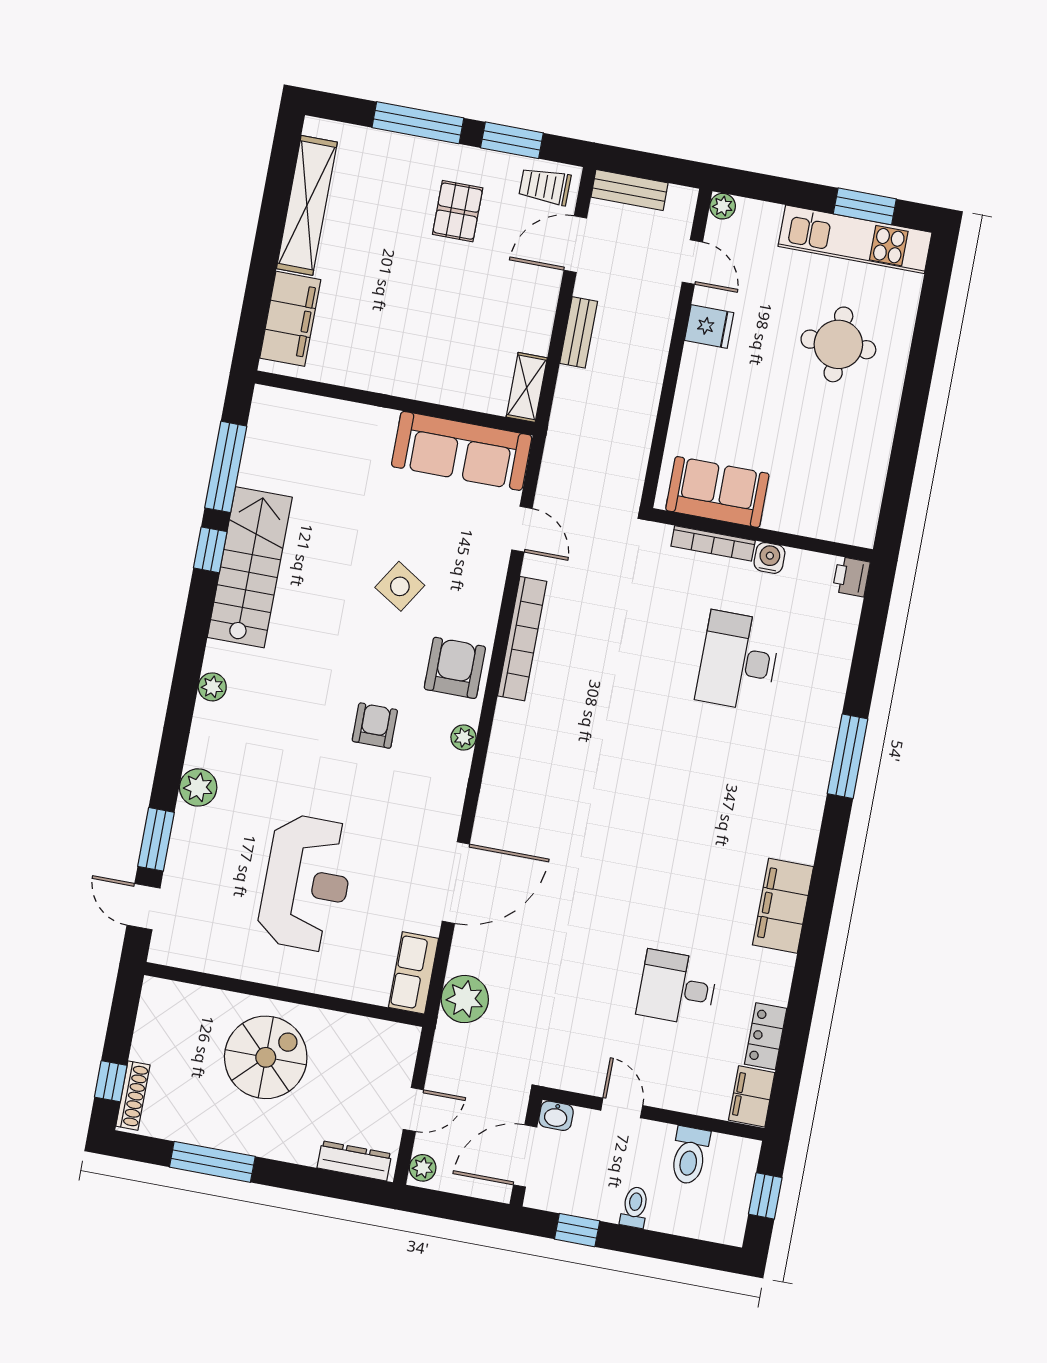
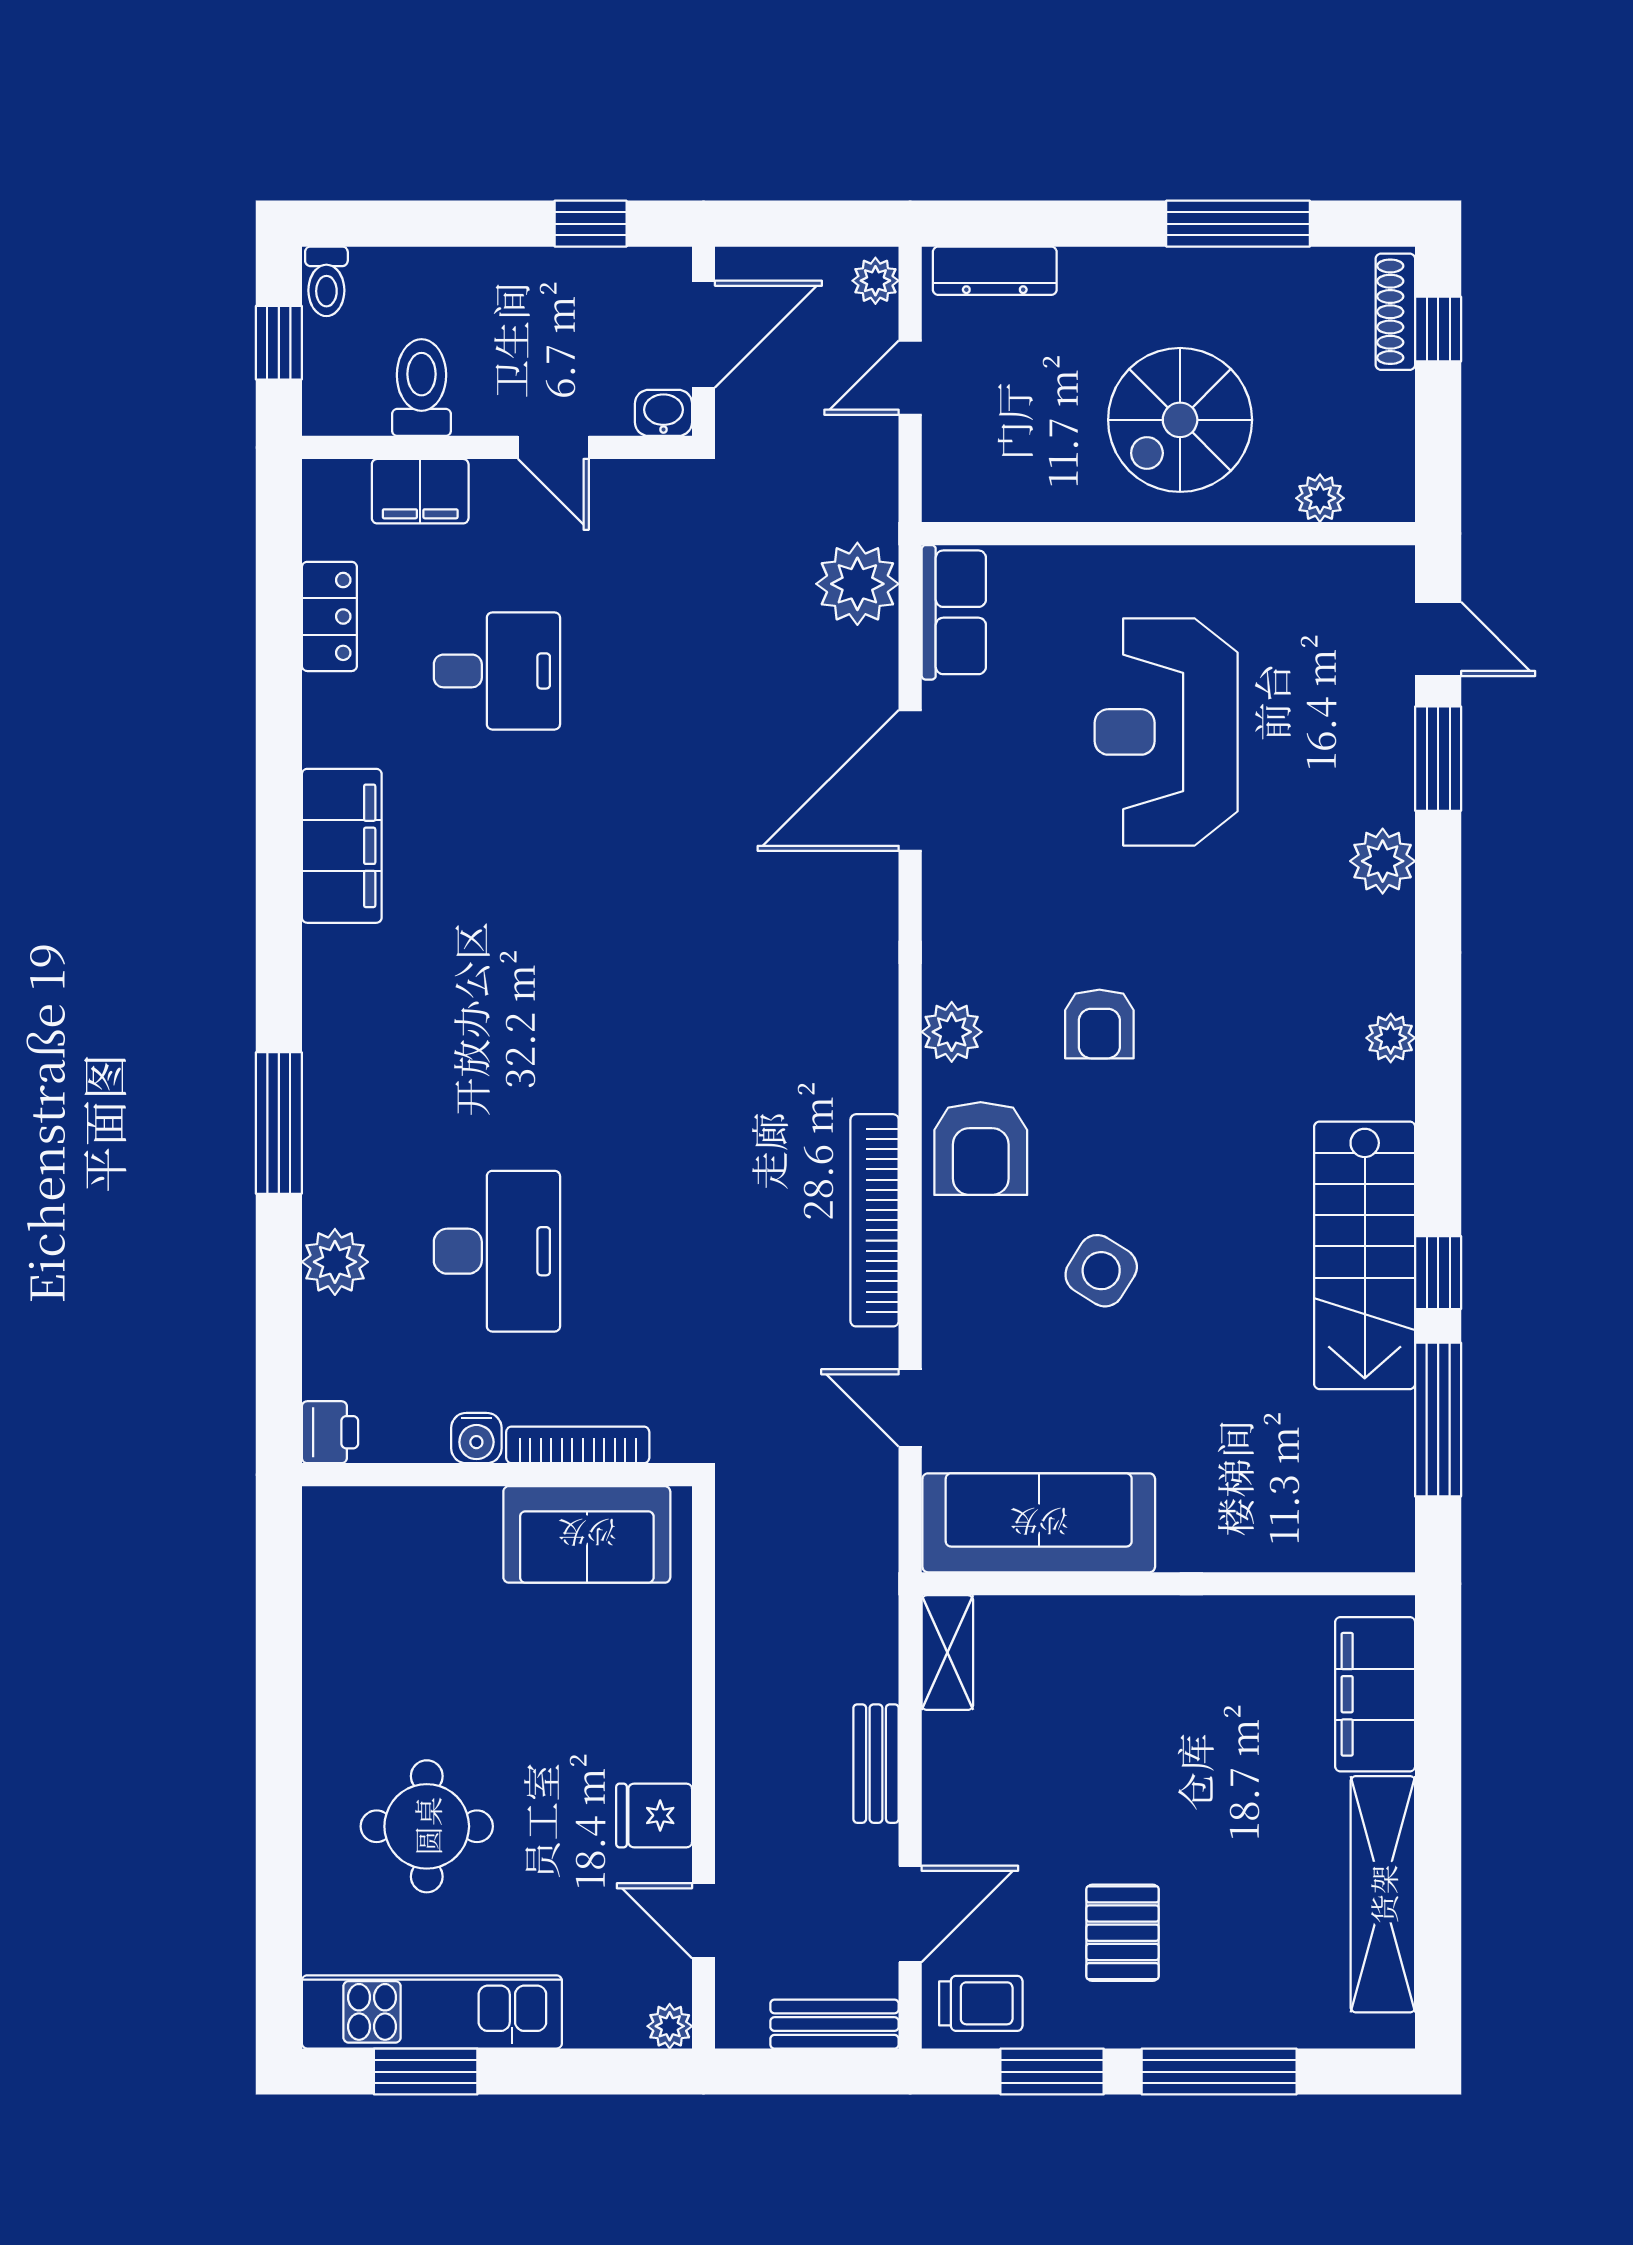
plant: (831, 672) -> (335, 1262), added
plant: (464, 738) -> (952, 1032), width x1.38, depth x1.38
plant: (195, 998) -> (1320, 498), added
filing cabinet: (752, 1096) -> (420, 491), moved, turned 90
toilet: (635, 1207) -> (326, 281), moved

